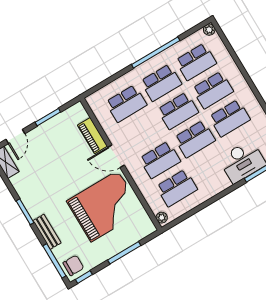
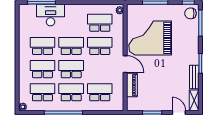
door: (15, 137) -> (179, 112), hinge flipped
bench: (47, 232) -> (194, 77), moved

